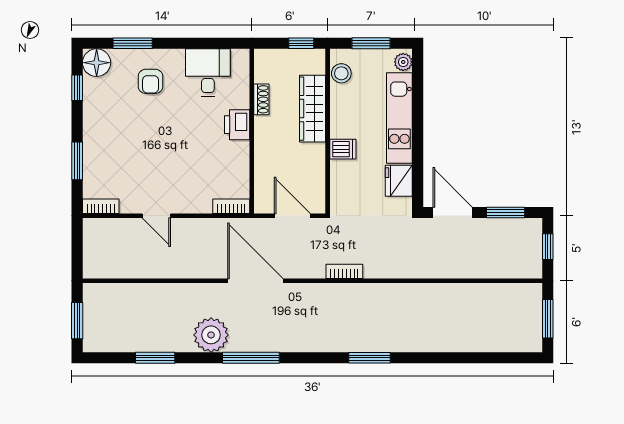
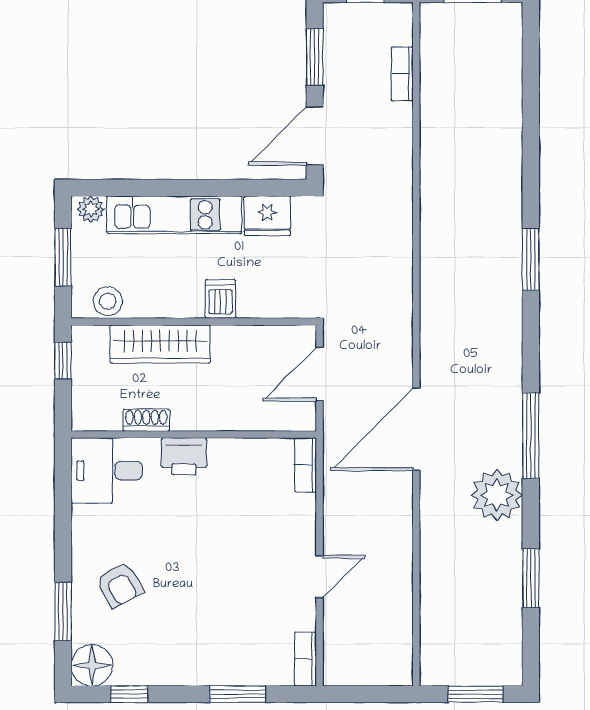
desk: (208, 73) -> (107, 471), moved
armchair: (151, 81) -> (120, 585), turned 61
bookcase: (344, 271) -> (402, 74), moved

